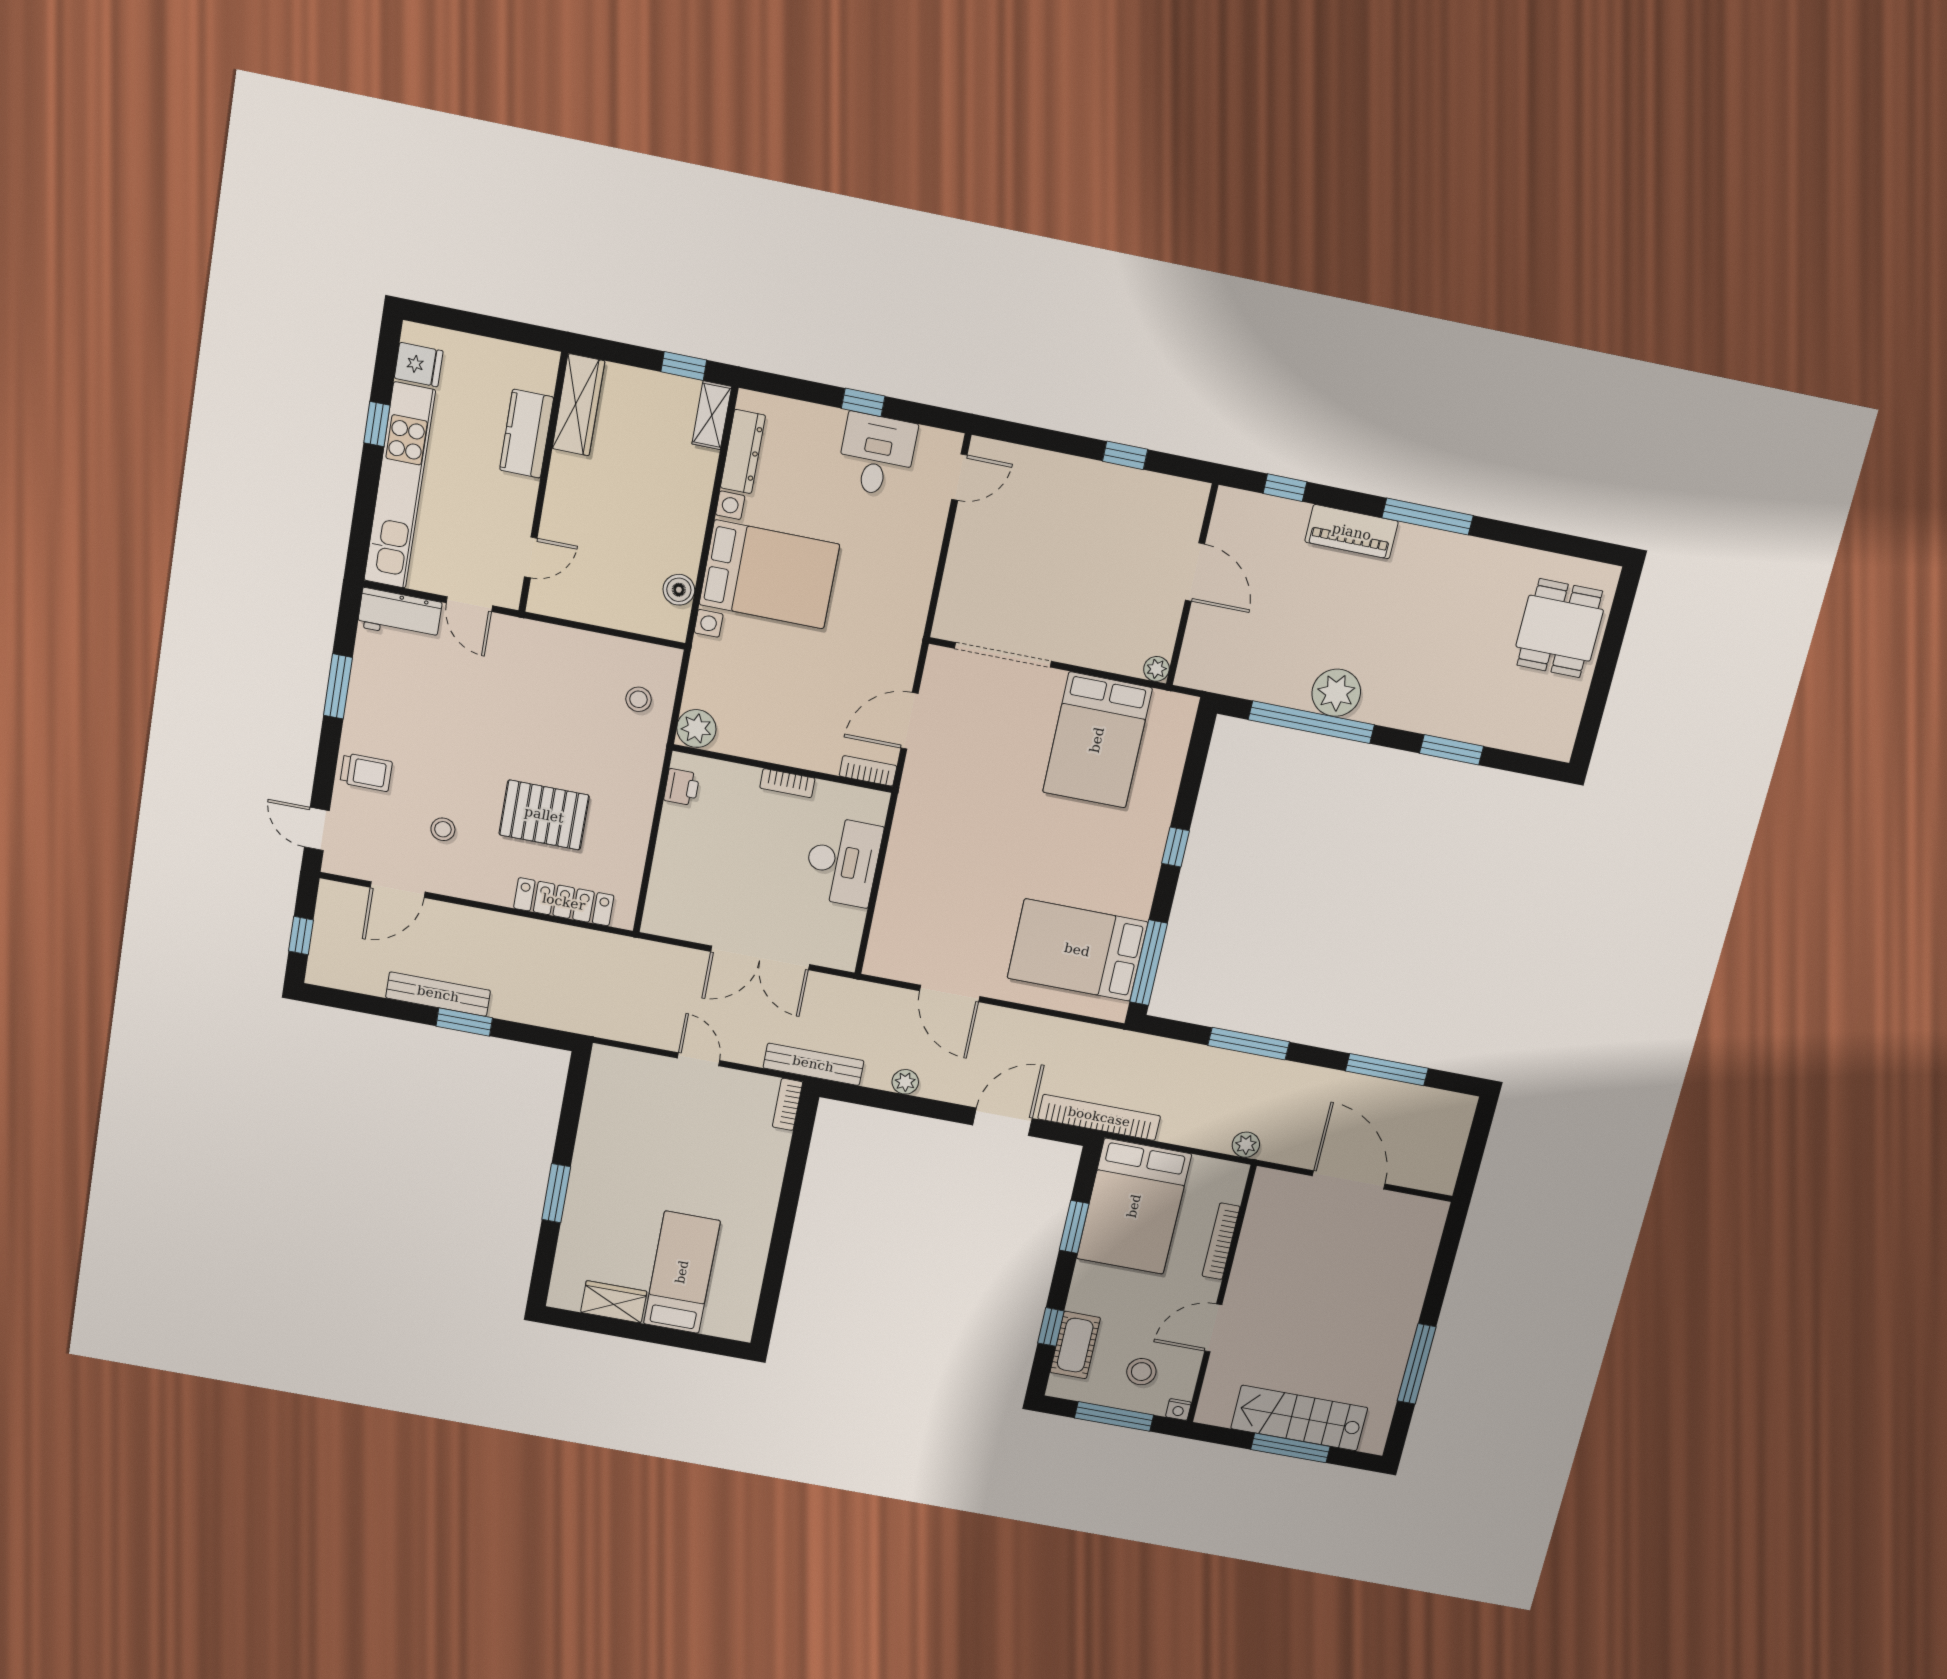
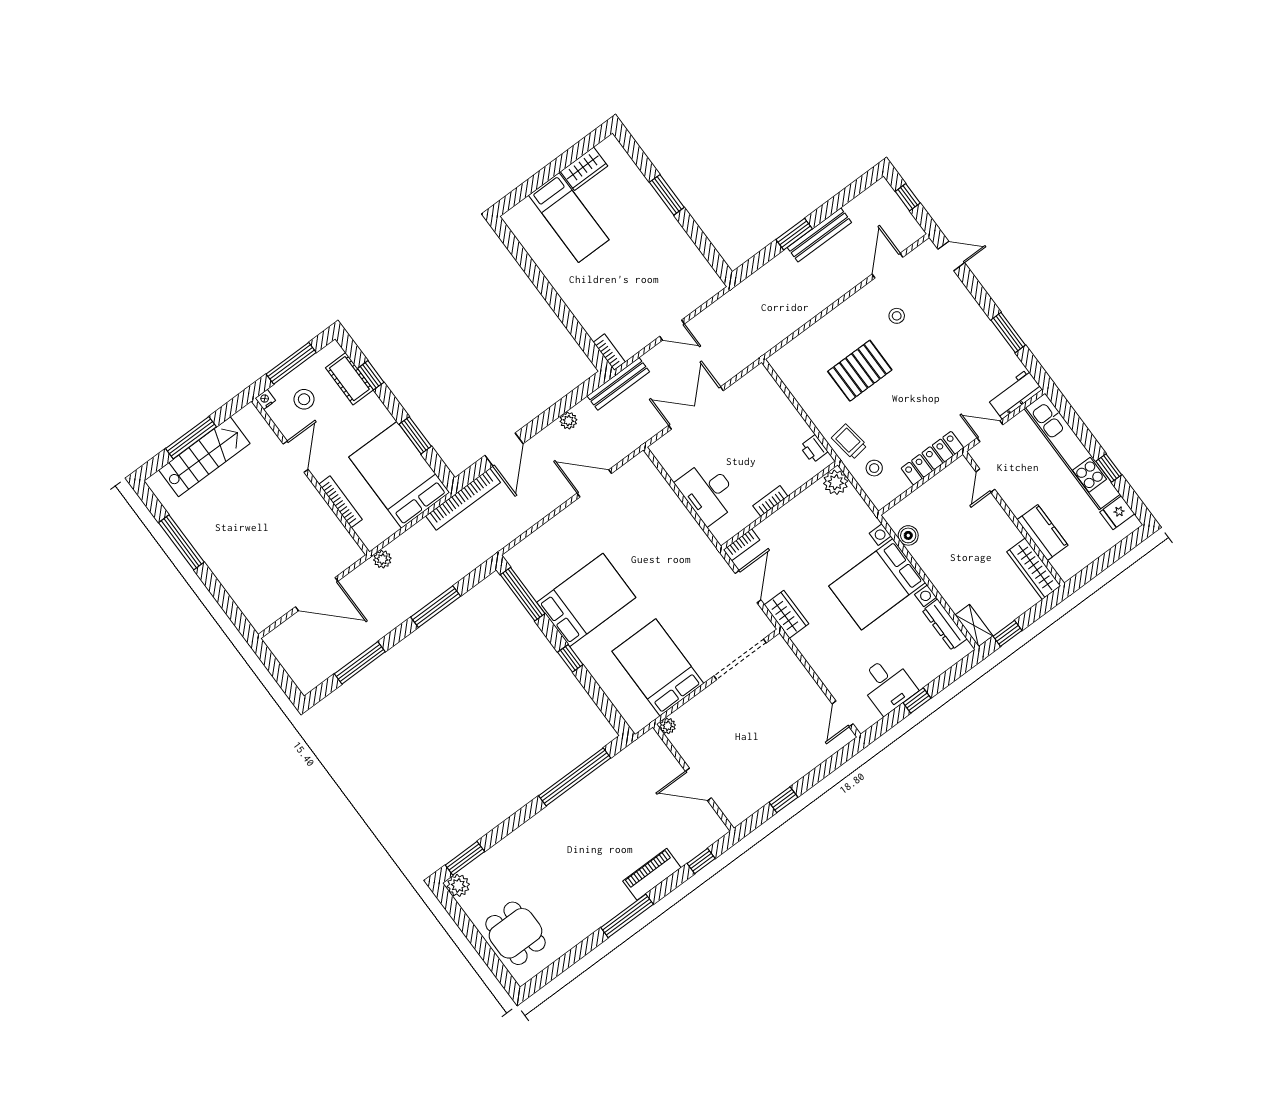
wardrobe: (901, 648) -> (786, 614), added
plant: (1336, 693) -> (458, 885), moved, width x0.73, depth x0.73
window: (1452, 750) -> (465, 858), moved
trolley: (366, 772) -> (849, 442), moved, turned 82
locker: (564, 902) -> (932, 458), moved, turned 180
bed: (1077, 950) -> (586, 600), moved

